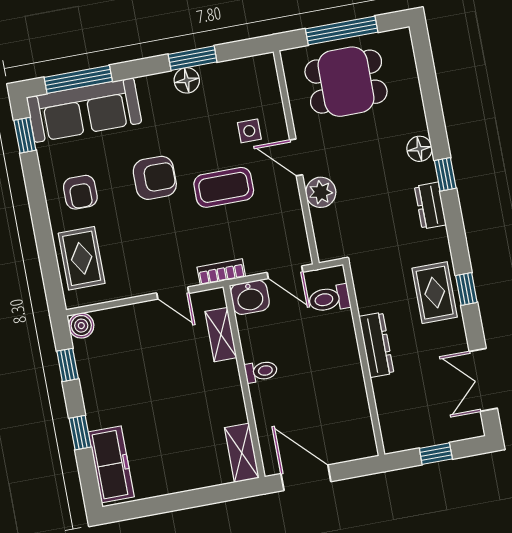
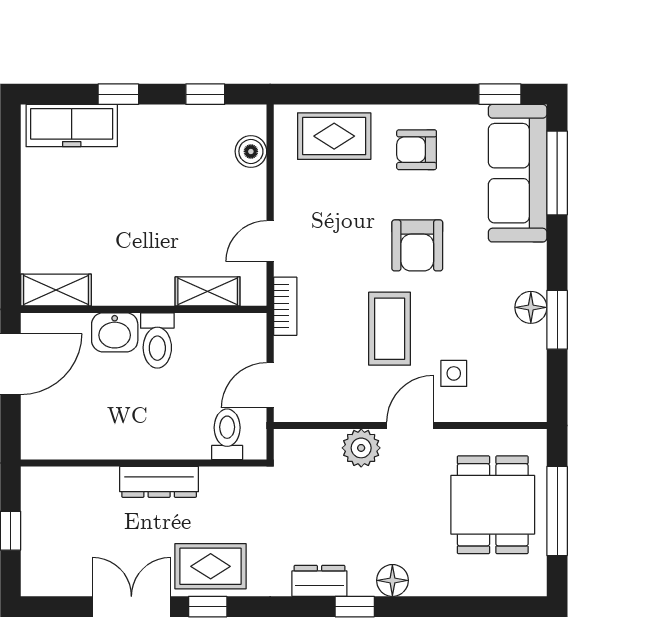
washbasin: (250, 297) -> (115, 332), moved, turned -90
boiler: (81, 326) -> (251, 151), moved
toilet: (261, 371) -> (157, 340), width x1.37, depth x1.39
double door: (483, 380) -> (131, 607), moved

